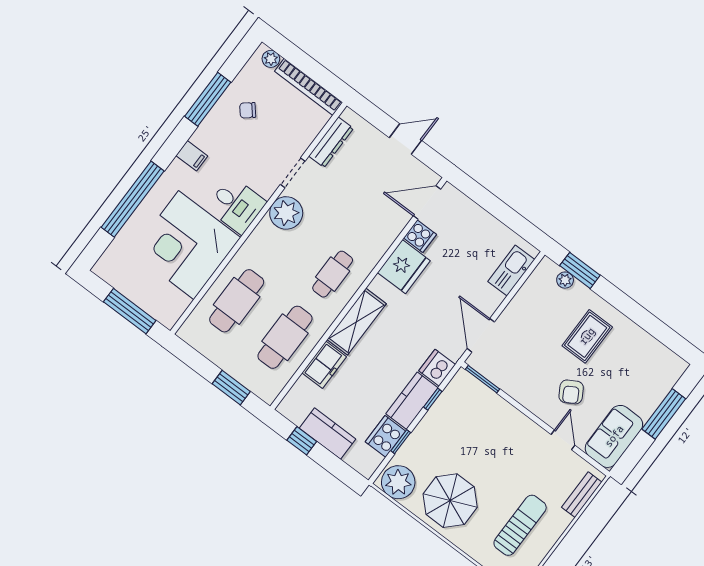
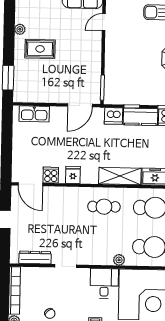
plant: (286, 213) -> (119, 260), moved, width x0.53, depth x0.53
fridge: (404, 267) -> (73, 175), width x0.53, depth x0.75
plant: (565, 280) -> (20, 29), moved
armchair: (571, 392) -> (75, 36), removed

